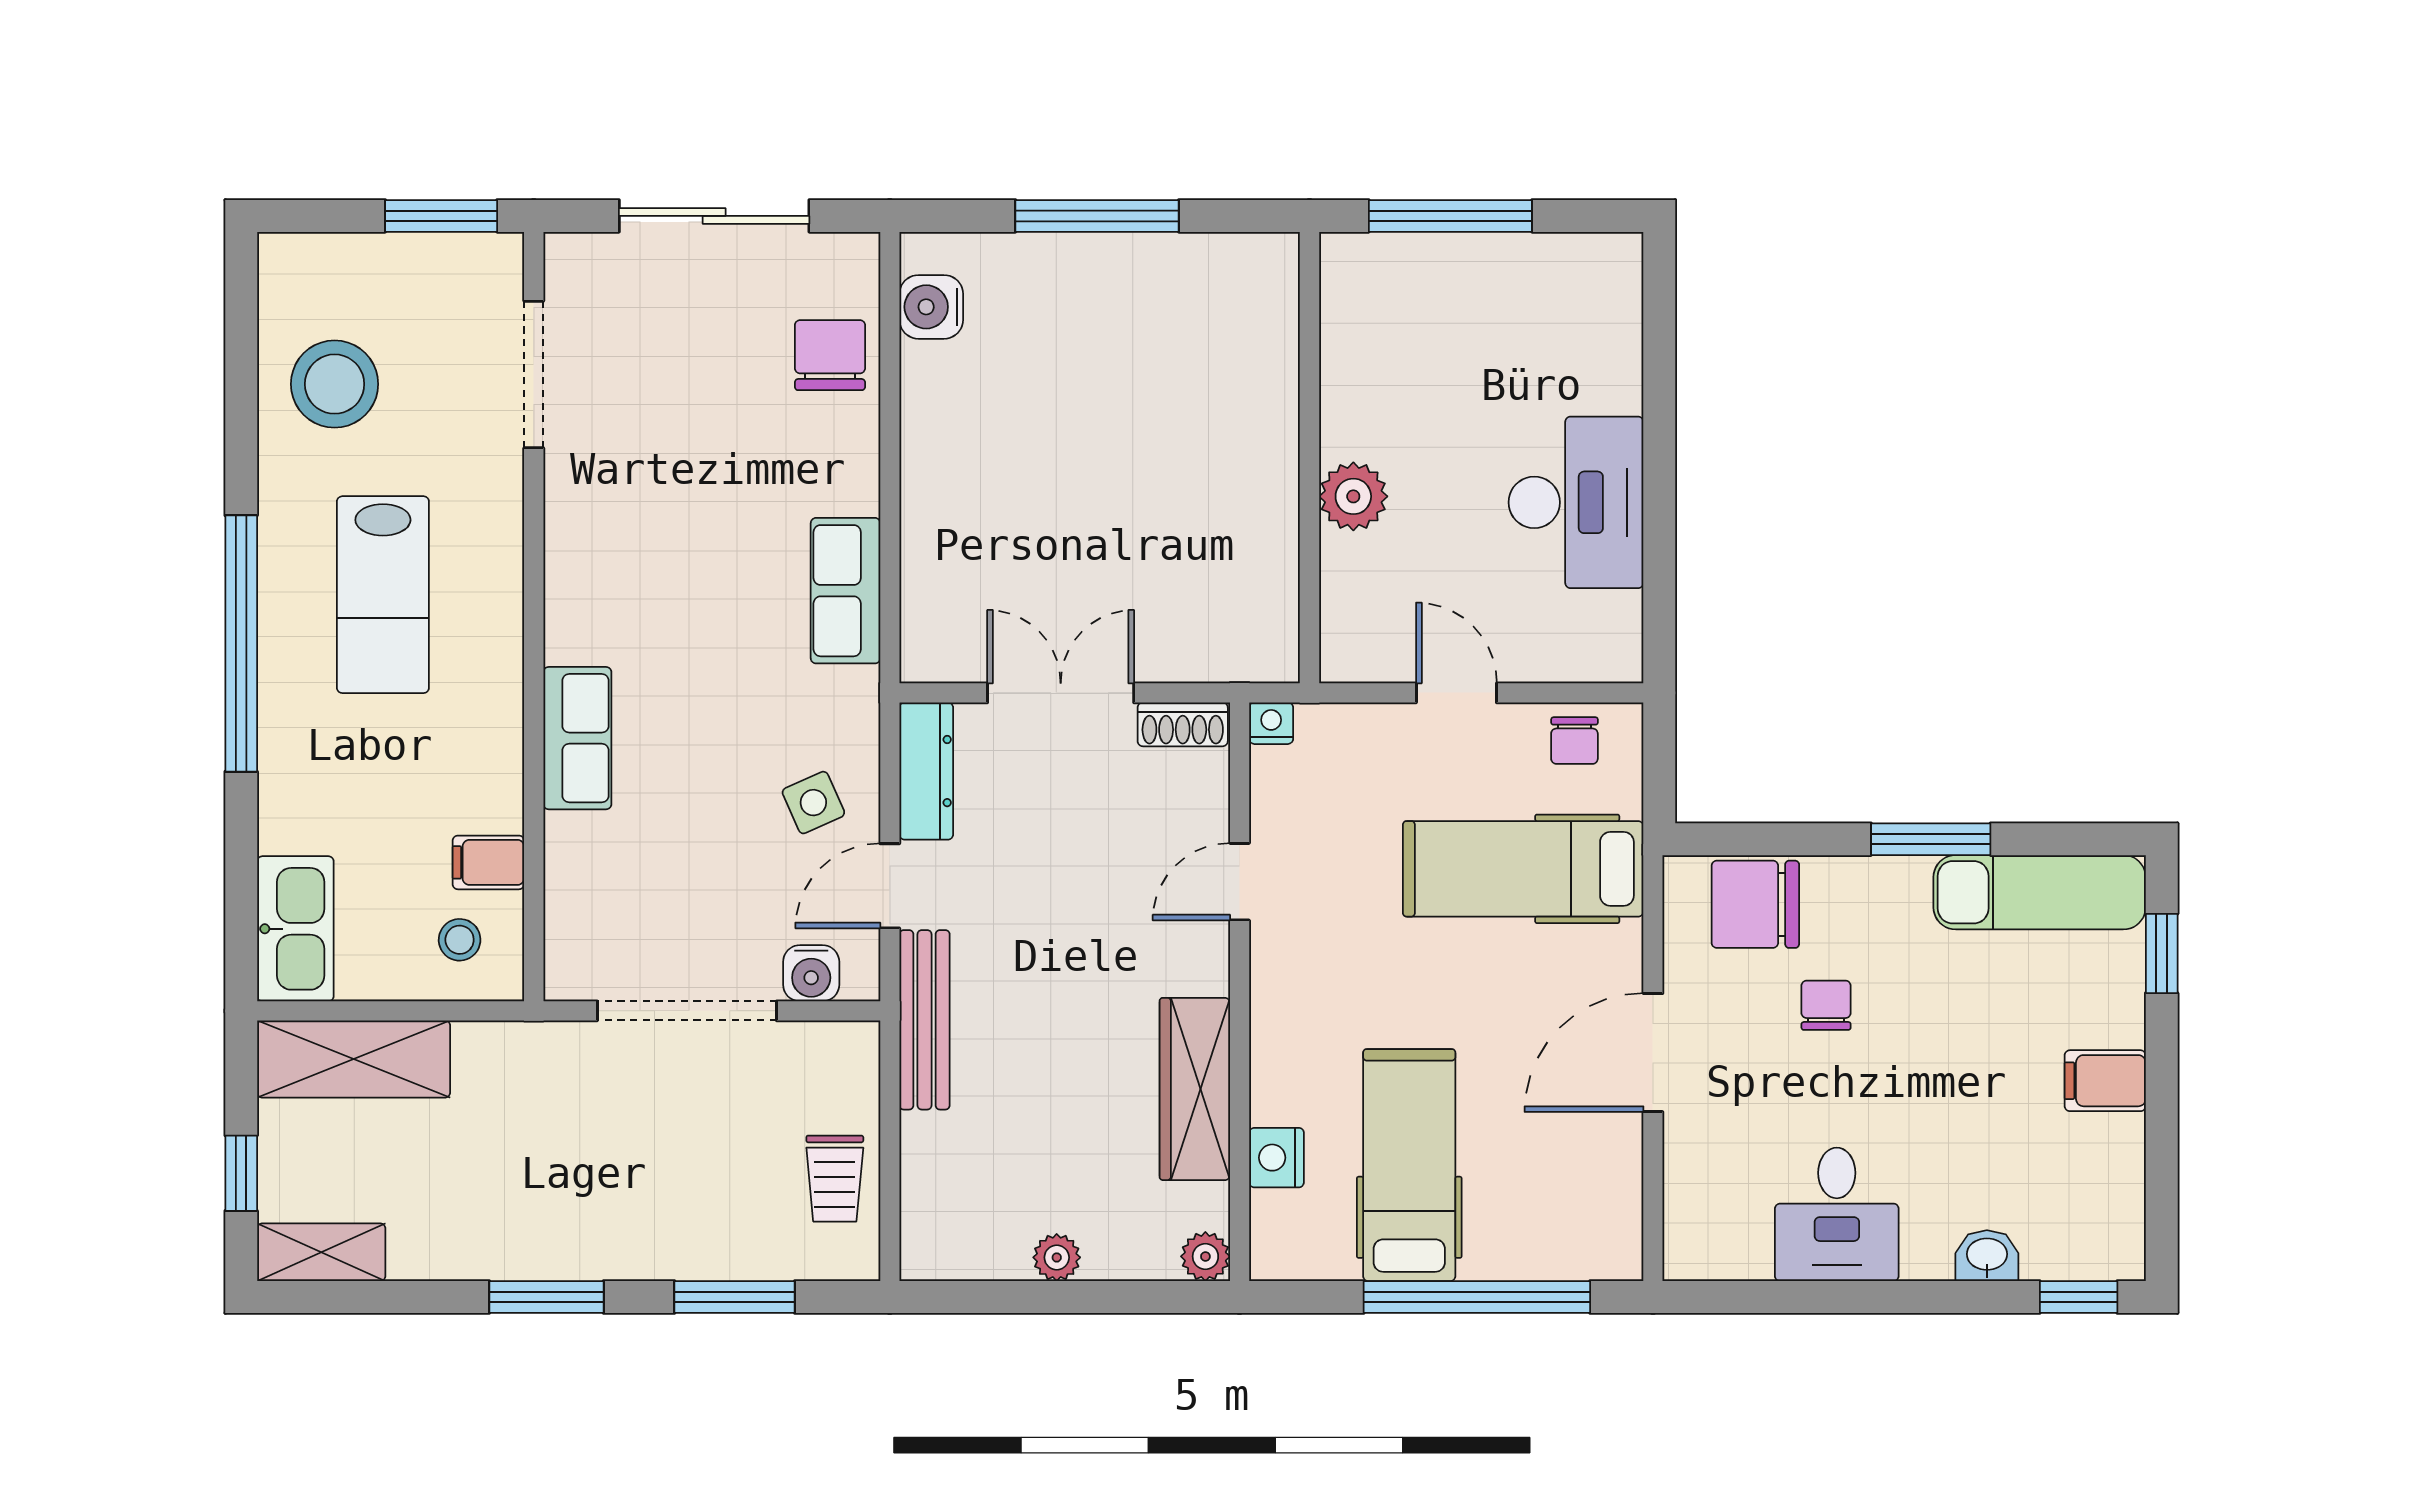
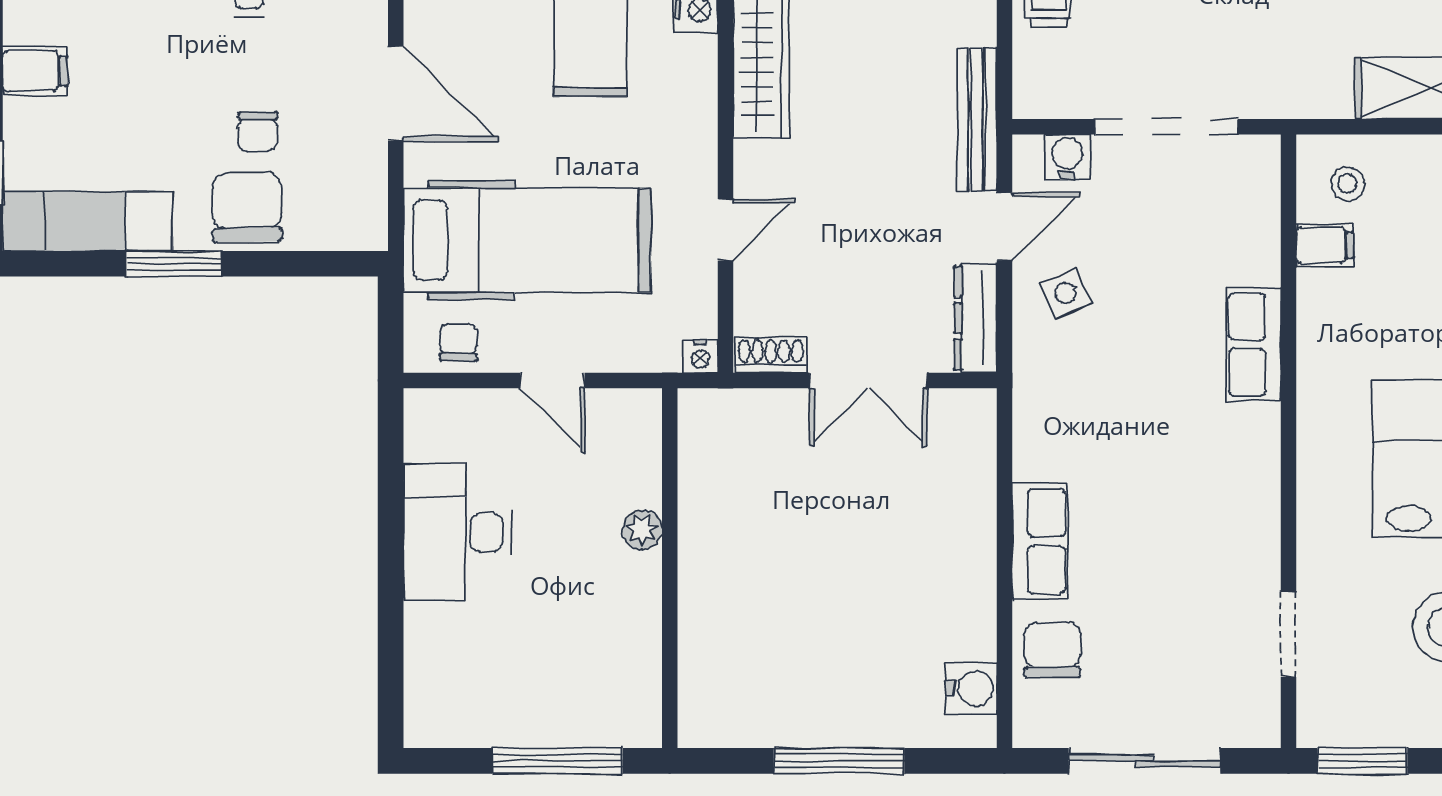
chair: (830, 355) -> (1052, 650), turned 180
doorway: (534, 374) -> (1289, 634), width x0.73
plant: (1353, 496) -> (642, 530), width x0.73, depth x0.73
row of seats: (845, 591) -> (1040, 541), moved
hospital bed: (1523, 869) -> (527, 240), width x1.37, depth x1.29
chair: (1755, 904) -> (247, 207), moved, turned -91
door: (1653, 1053) -> (396, 94), hinge flipped

